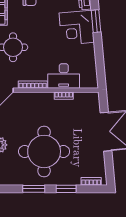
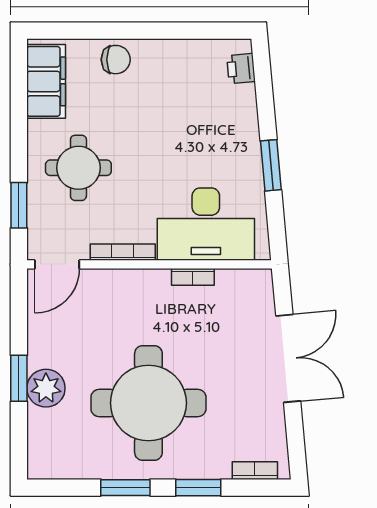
window: (96, 21) -> (271, 165), moved
corner desk: (77, 28) -> (222, 124), removed
desk: (64, 76) -> (206, 224), width x1.36, depth x1.30

